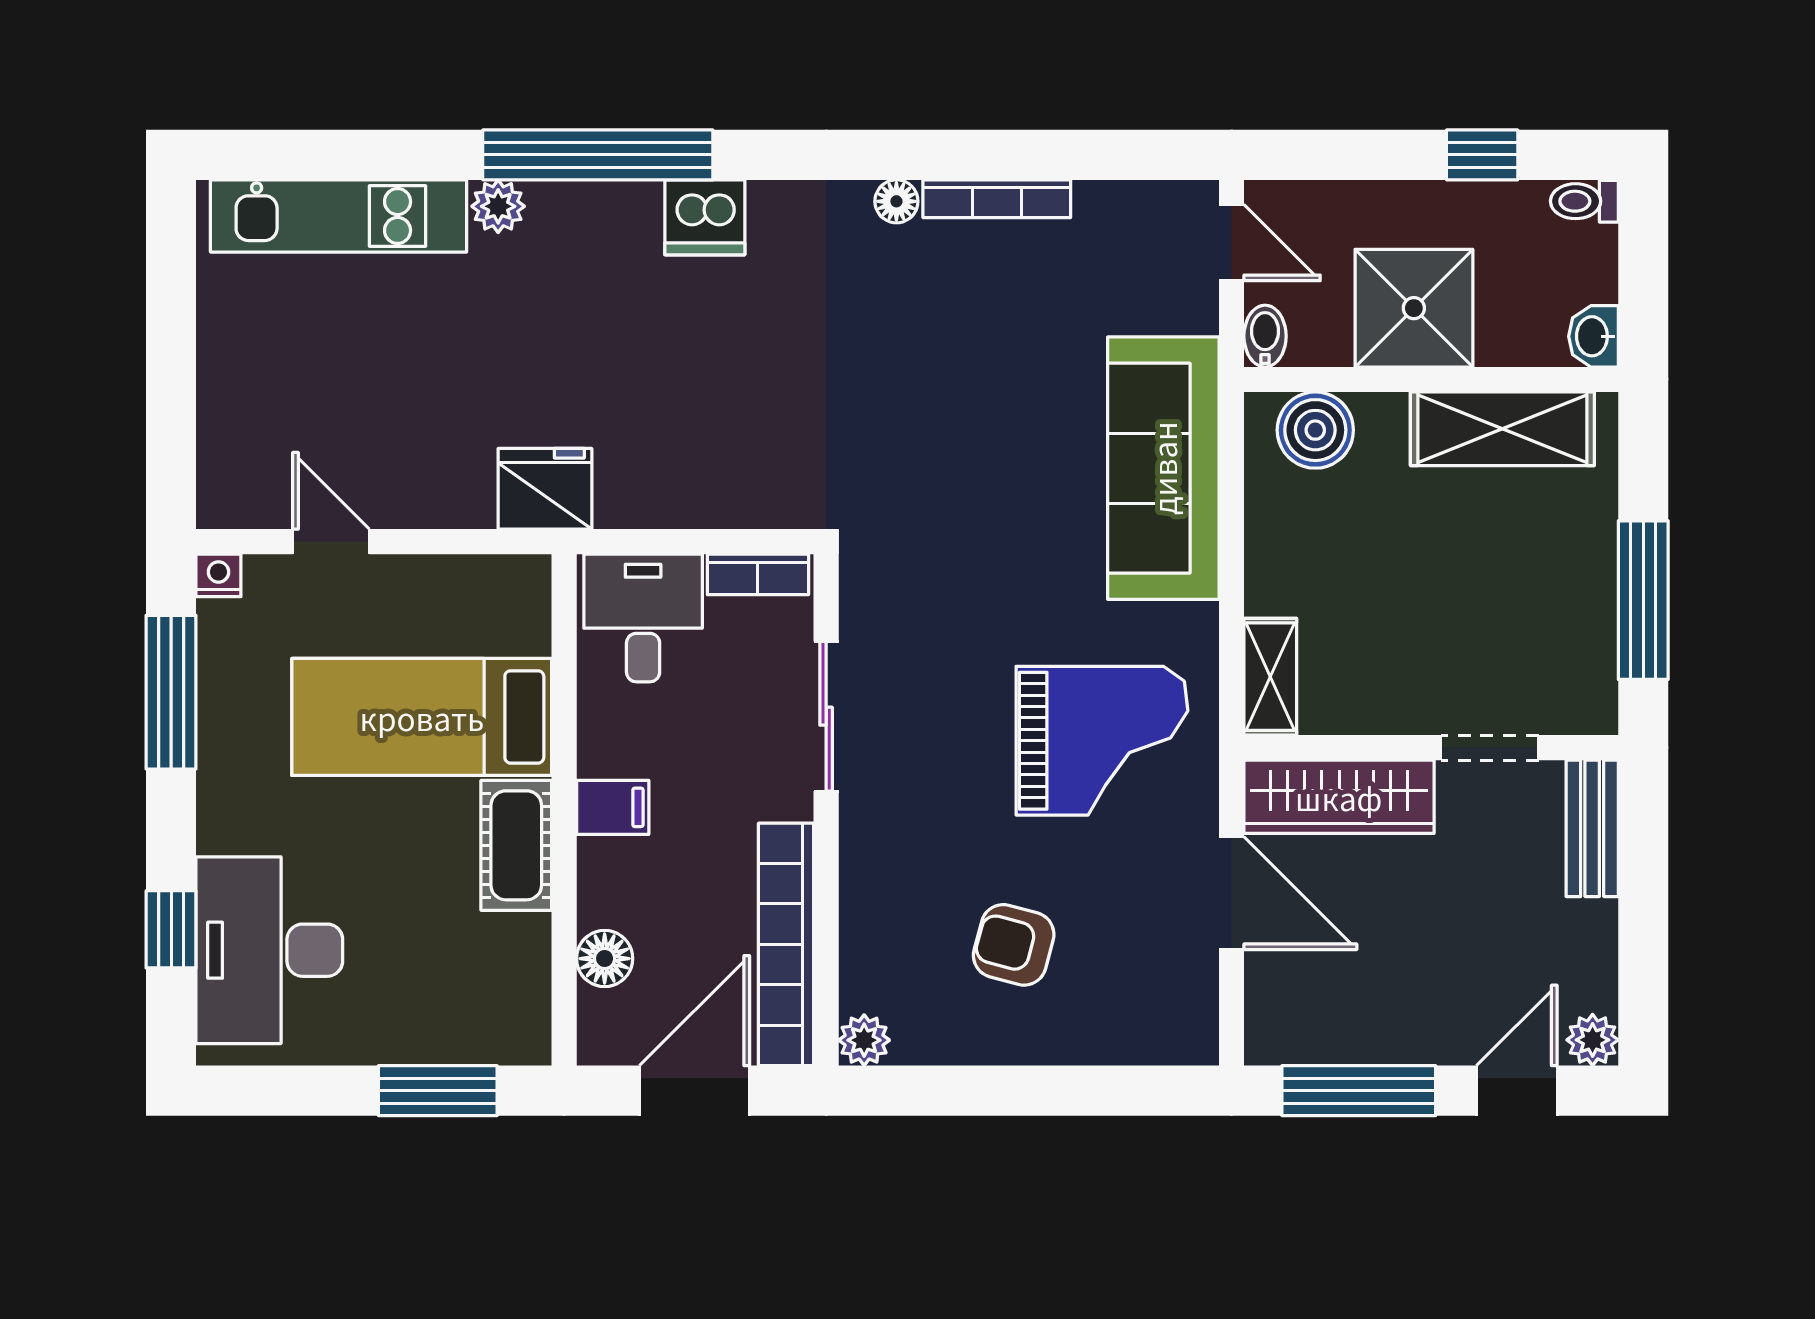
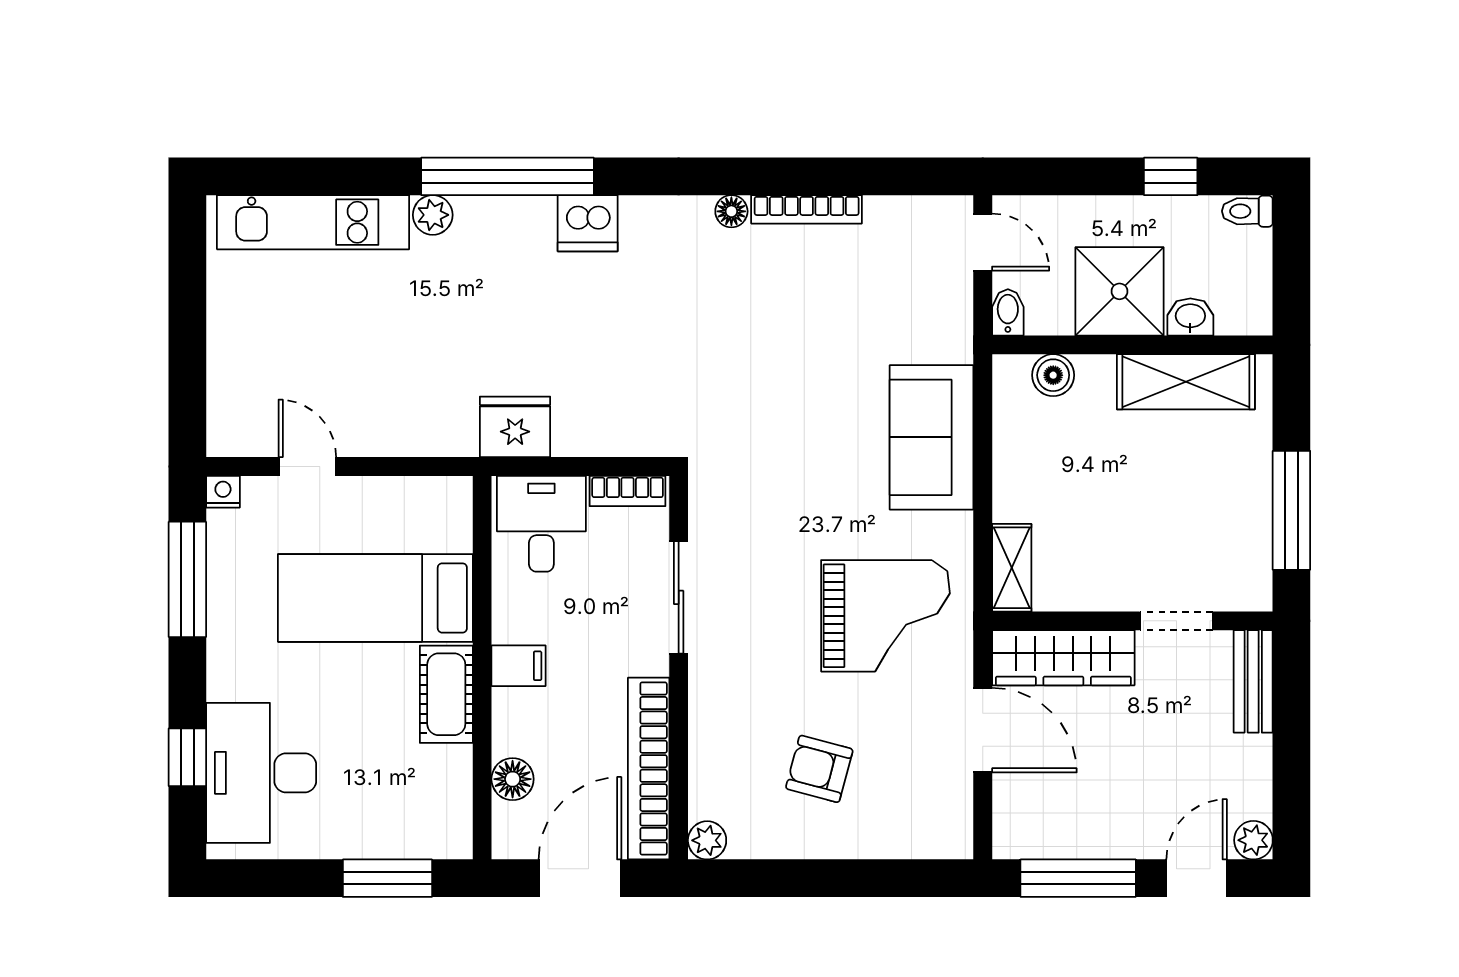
washbasin: (1593, 336) -> (1190, 317), moved, turned 90
boiler: (1315, 430) -> (1053, 375), width x0.73, depth x0.73
sofa: (1163, 468) -> (932, 437), width x0.73
fridge: (545, 489) -> (515, 427), moved

